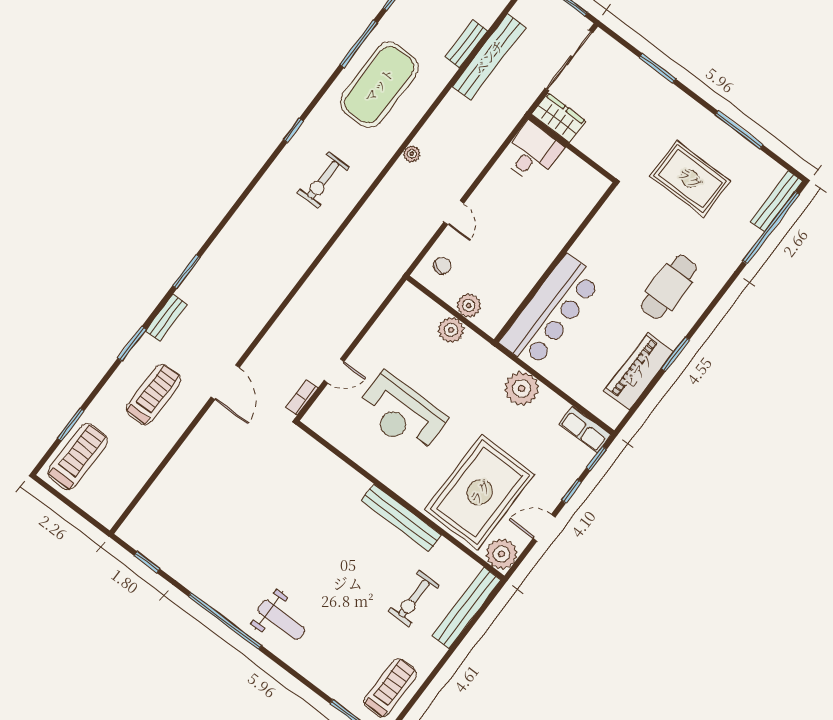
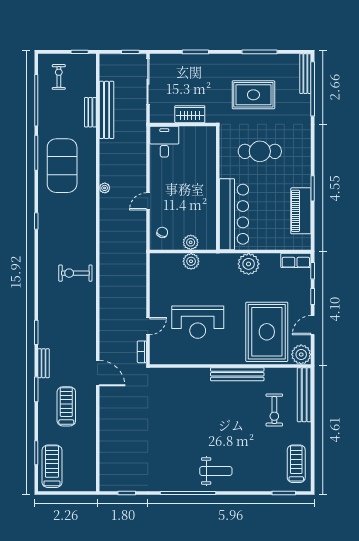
wardrobe: (559, 118) -> (190, 114), moved
exercise bike: (323, 180) -> (75, 273), moved, turned 90
door: (454, 213) -> (148, 201), swing flipped
cafe table: (669, 287) -> (260, 151), moved, turned 90

